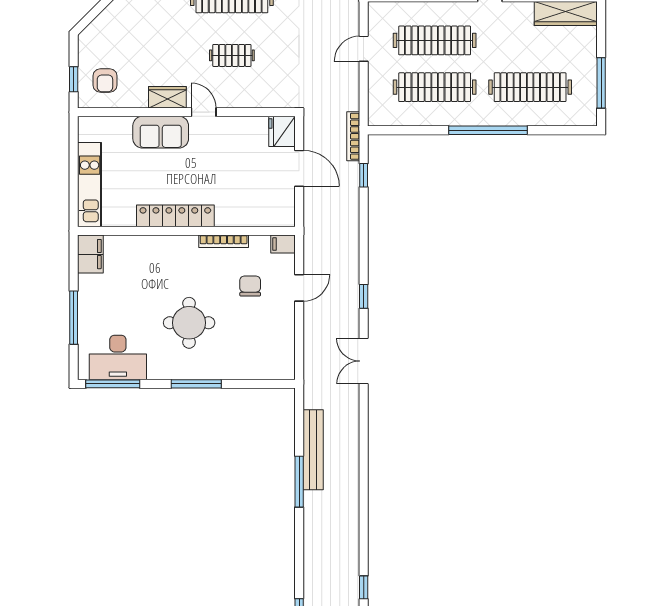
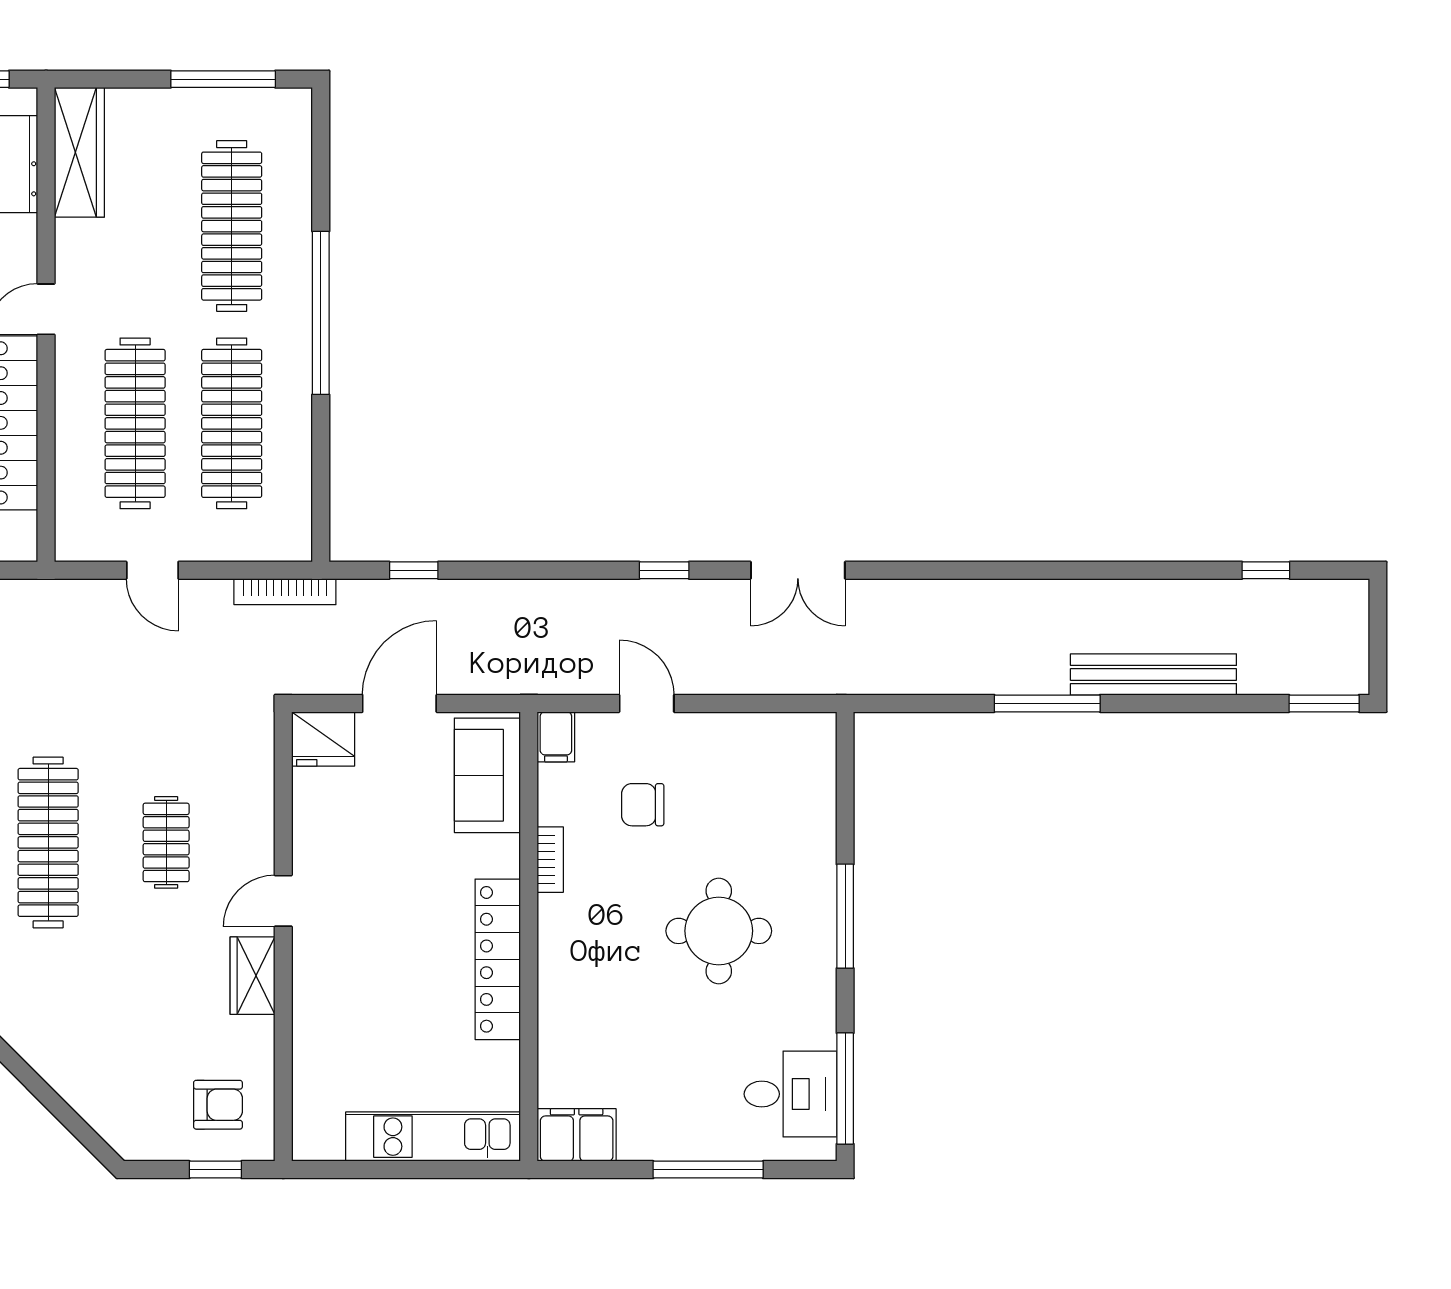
sofa: (161, 132) -> (487, 775), moved, turned 180
bookcase: (353, 136) -> (285, 592), moved
bookcase: (224, 241) -> (550, 860), width x0.64
desk: (118, 357) -> (790, 1094), width x0.73
bench: (313, 450) -> (1153, 674), moved

